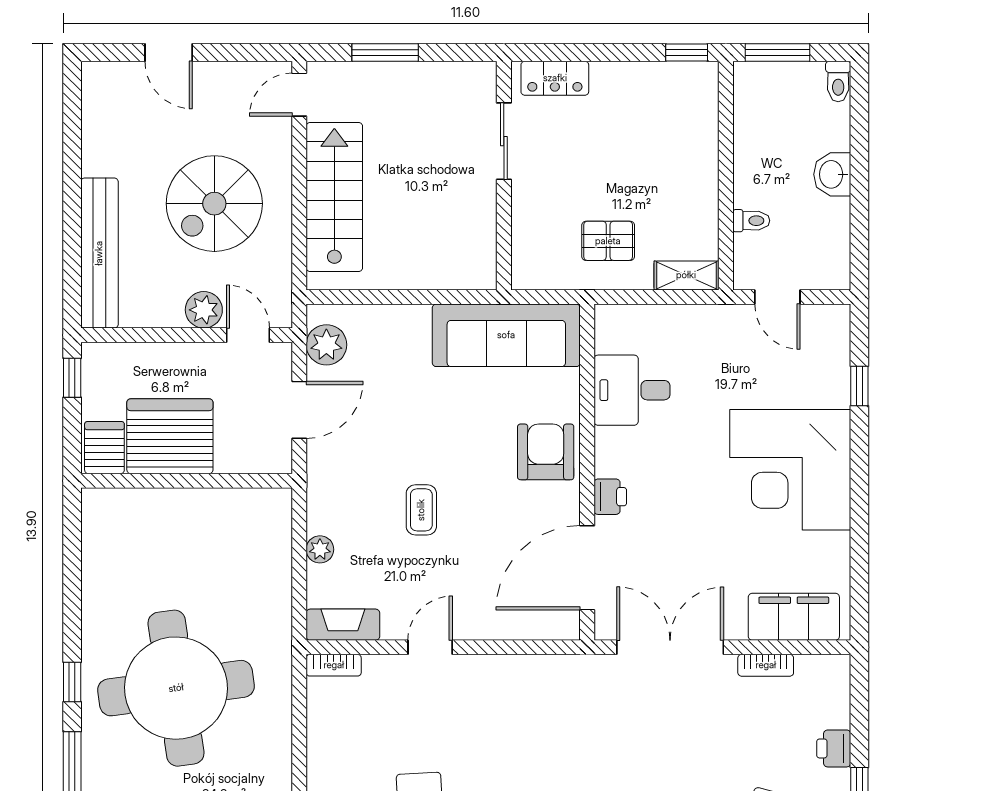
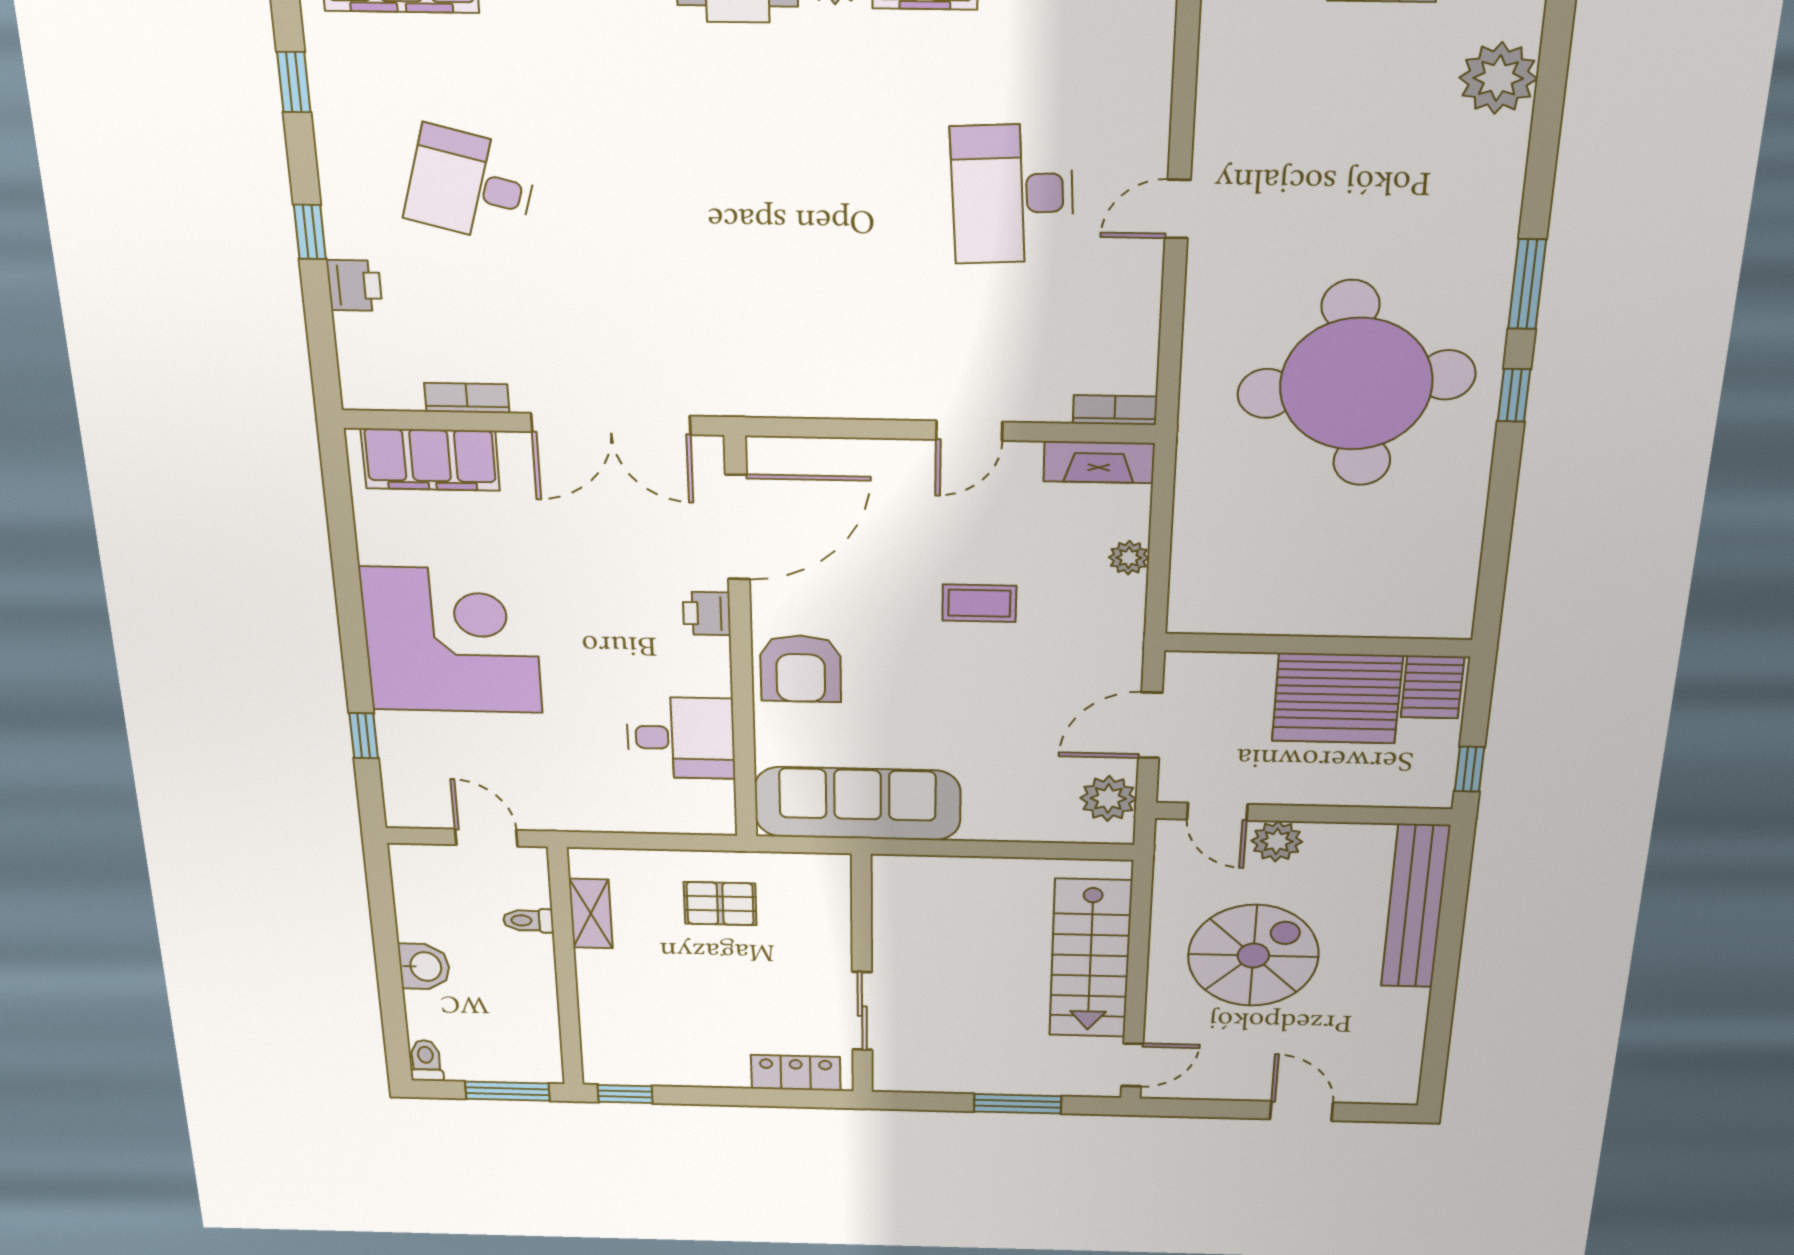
shelving: (686, 275) -> (591, 914), moved, turned 90
coffee table: (421, 510) -> (979, 603), turned 90

